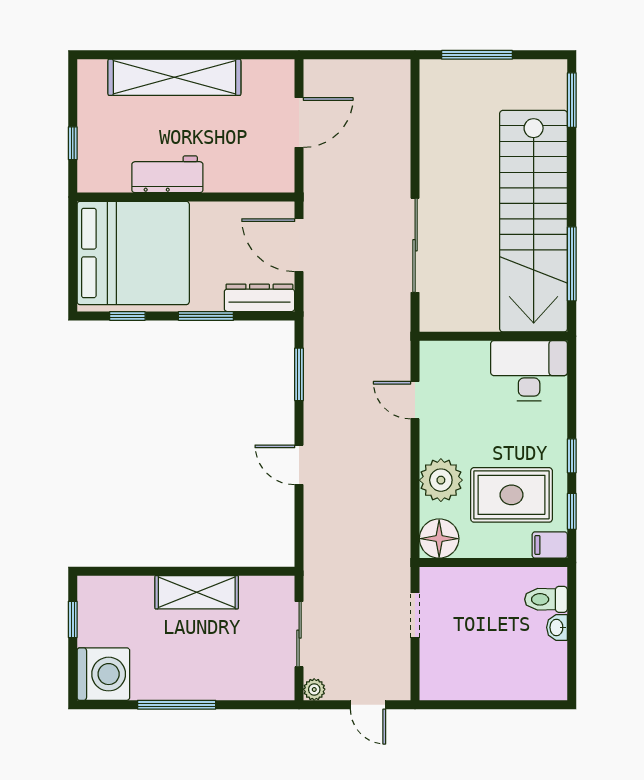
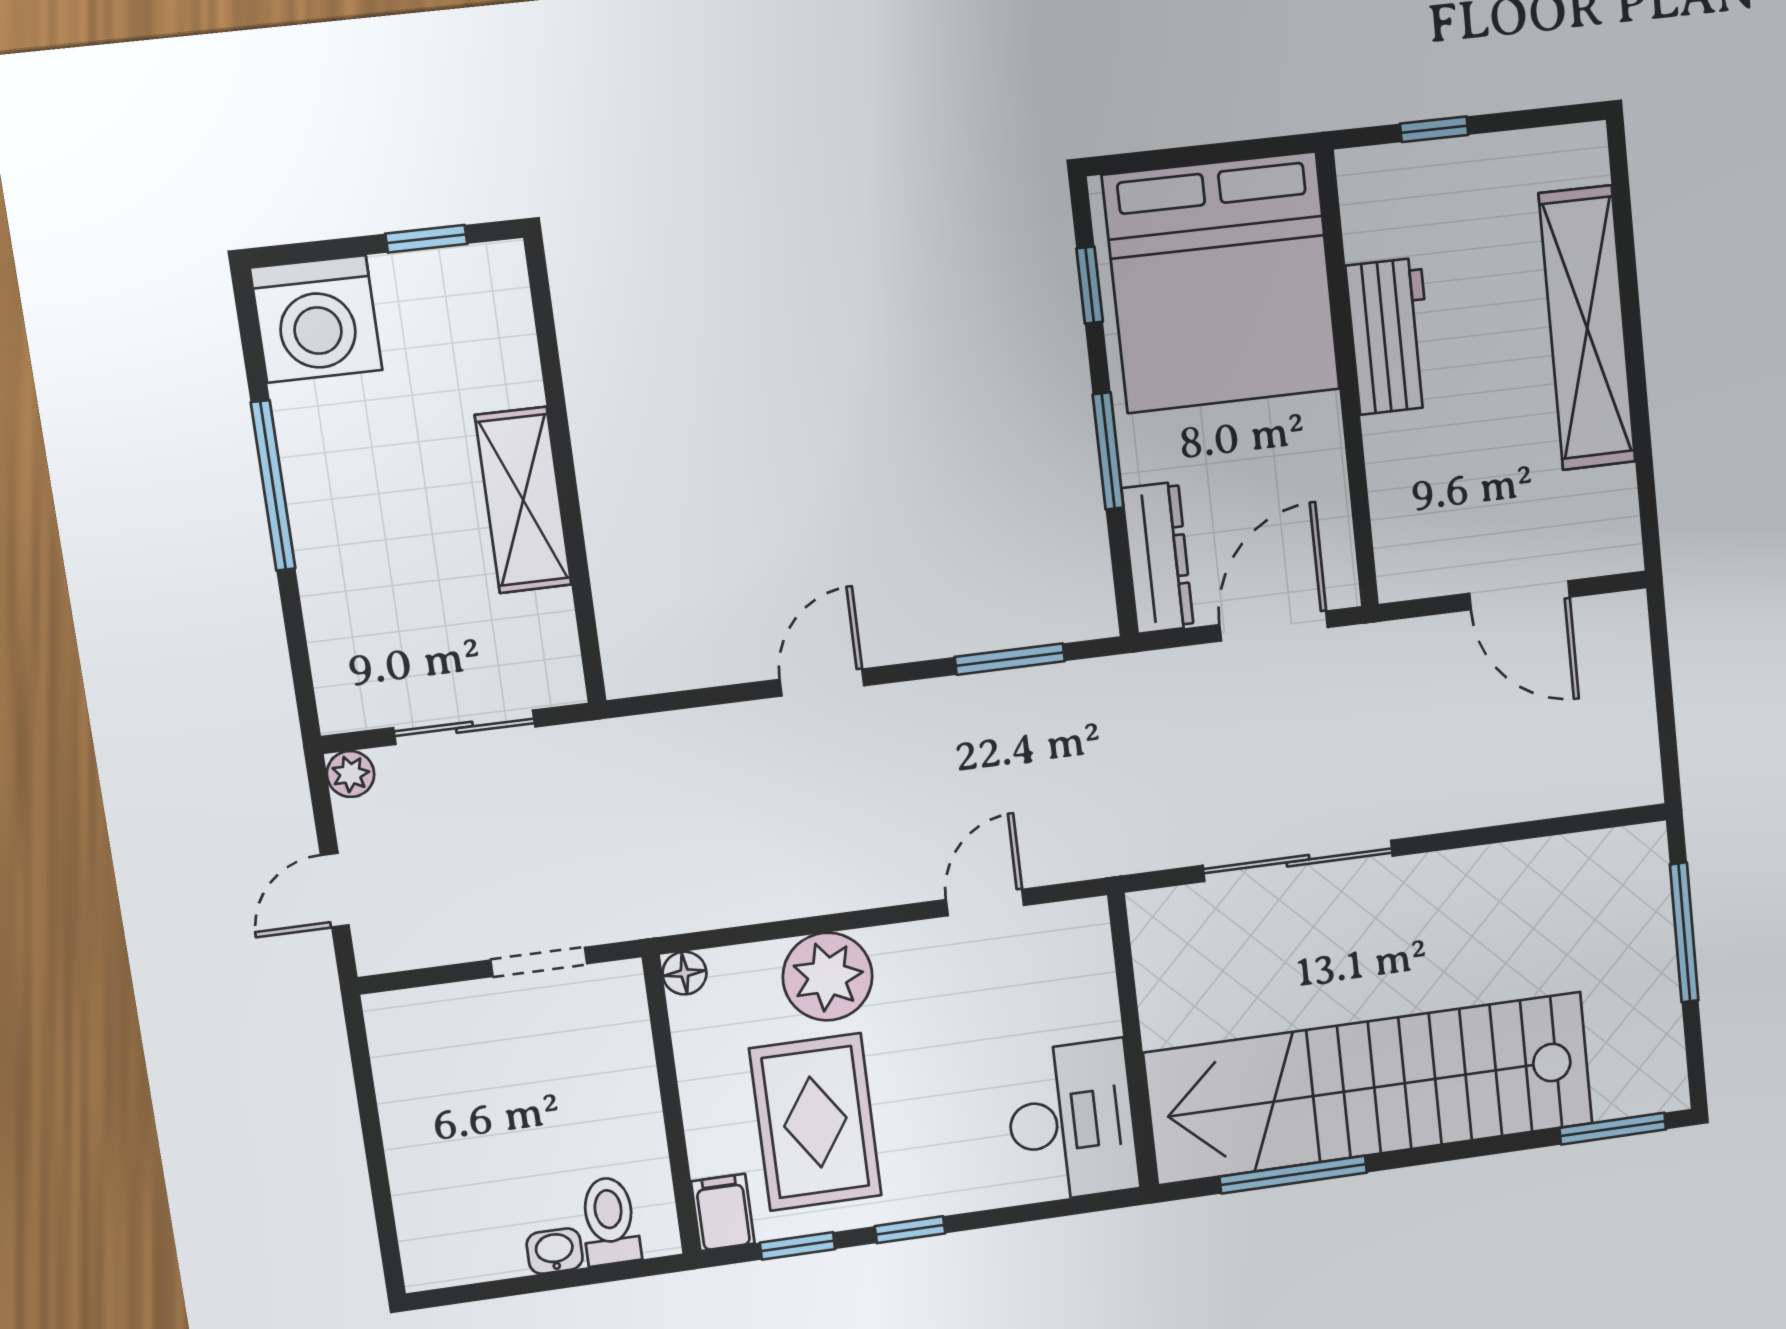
floor lamp: (439, 539) -> (684, 973), width x0.53, depth x0.53

